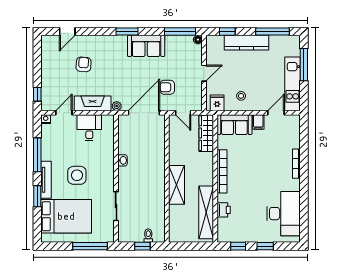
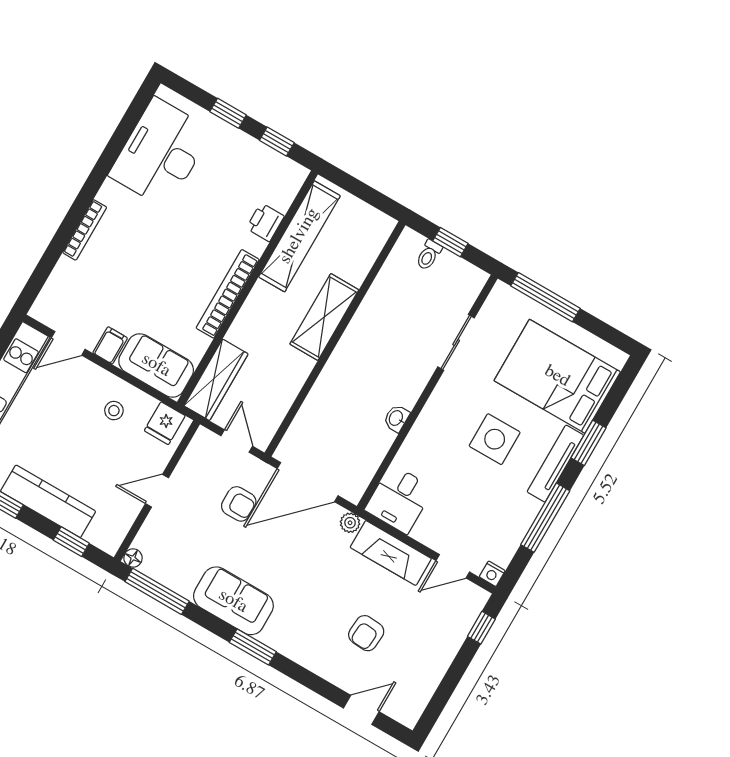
desk: (89, 128) -> (399, 499), moved

